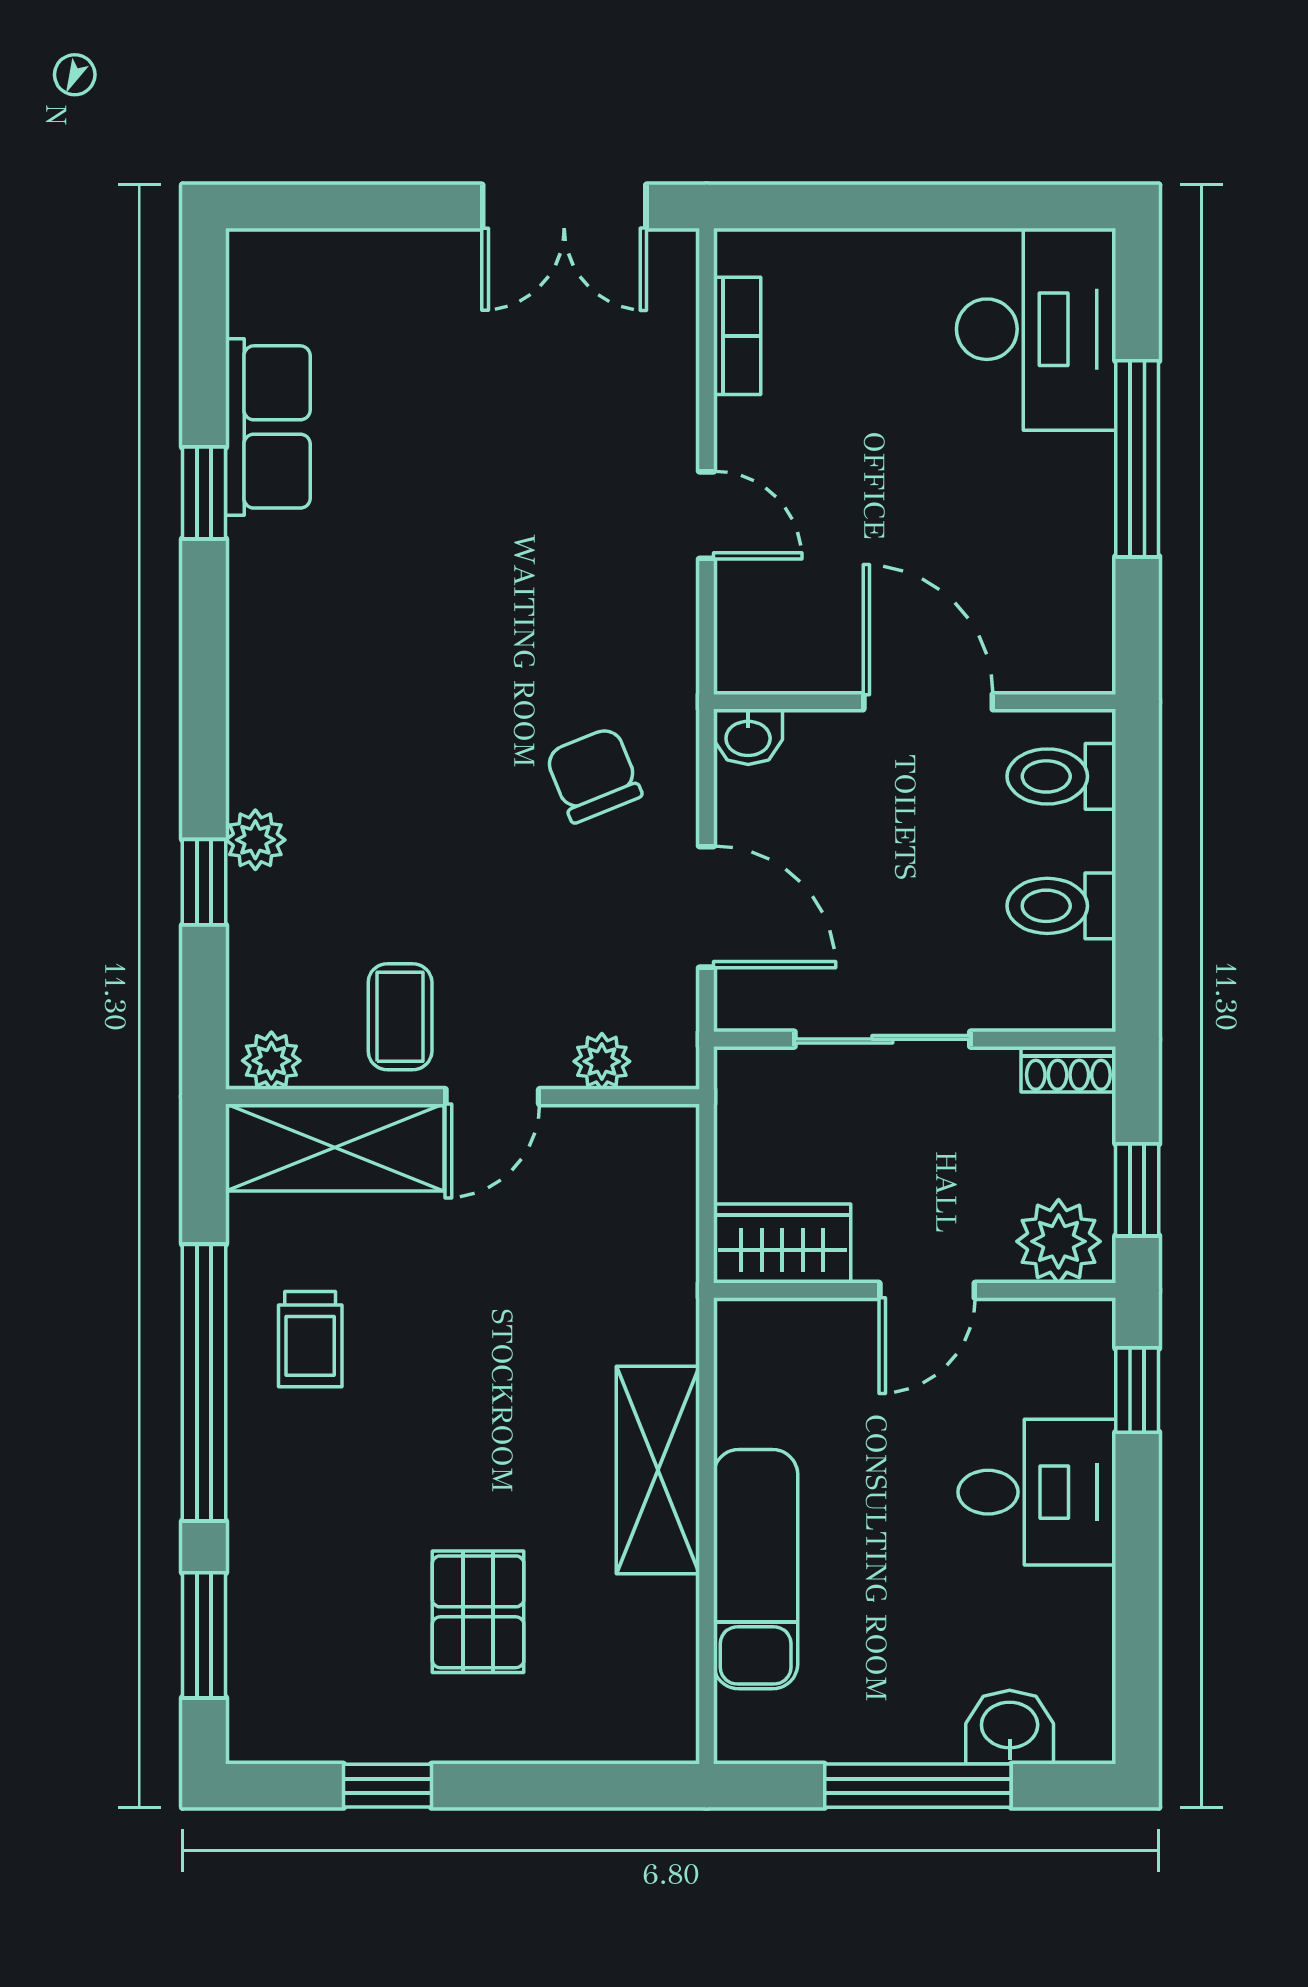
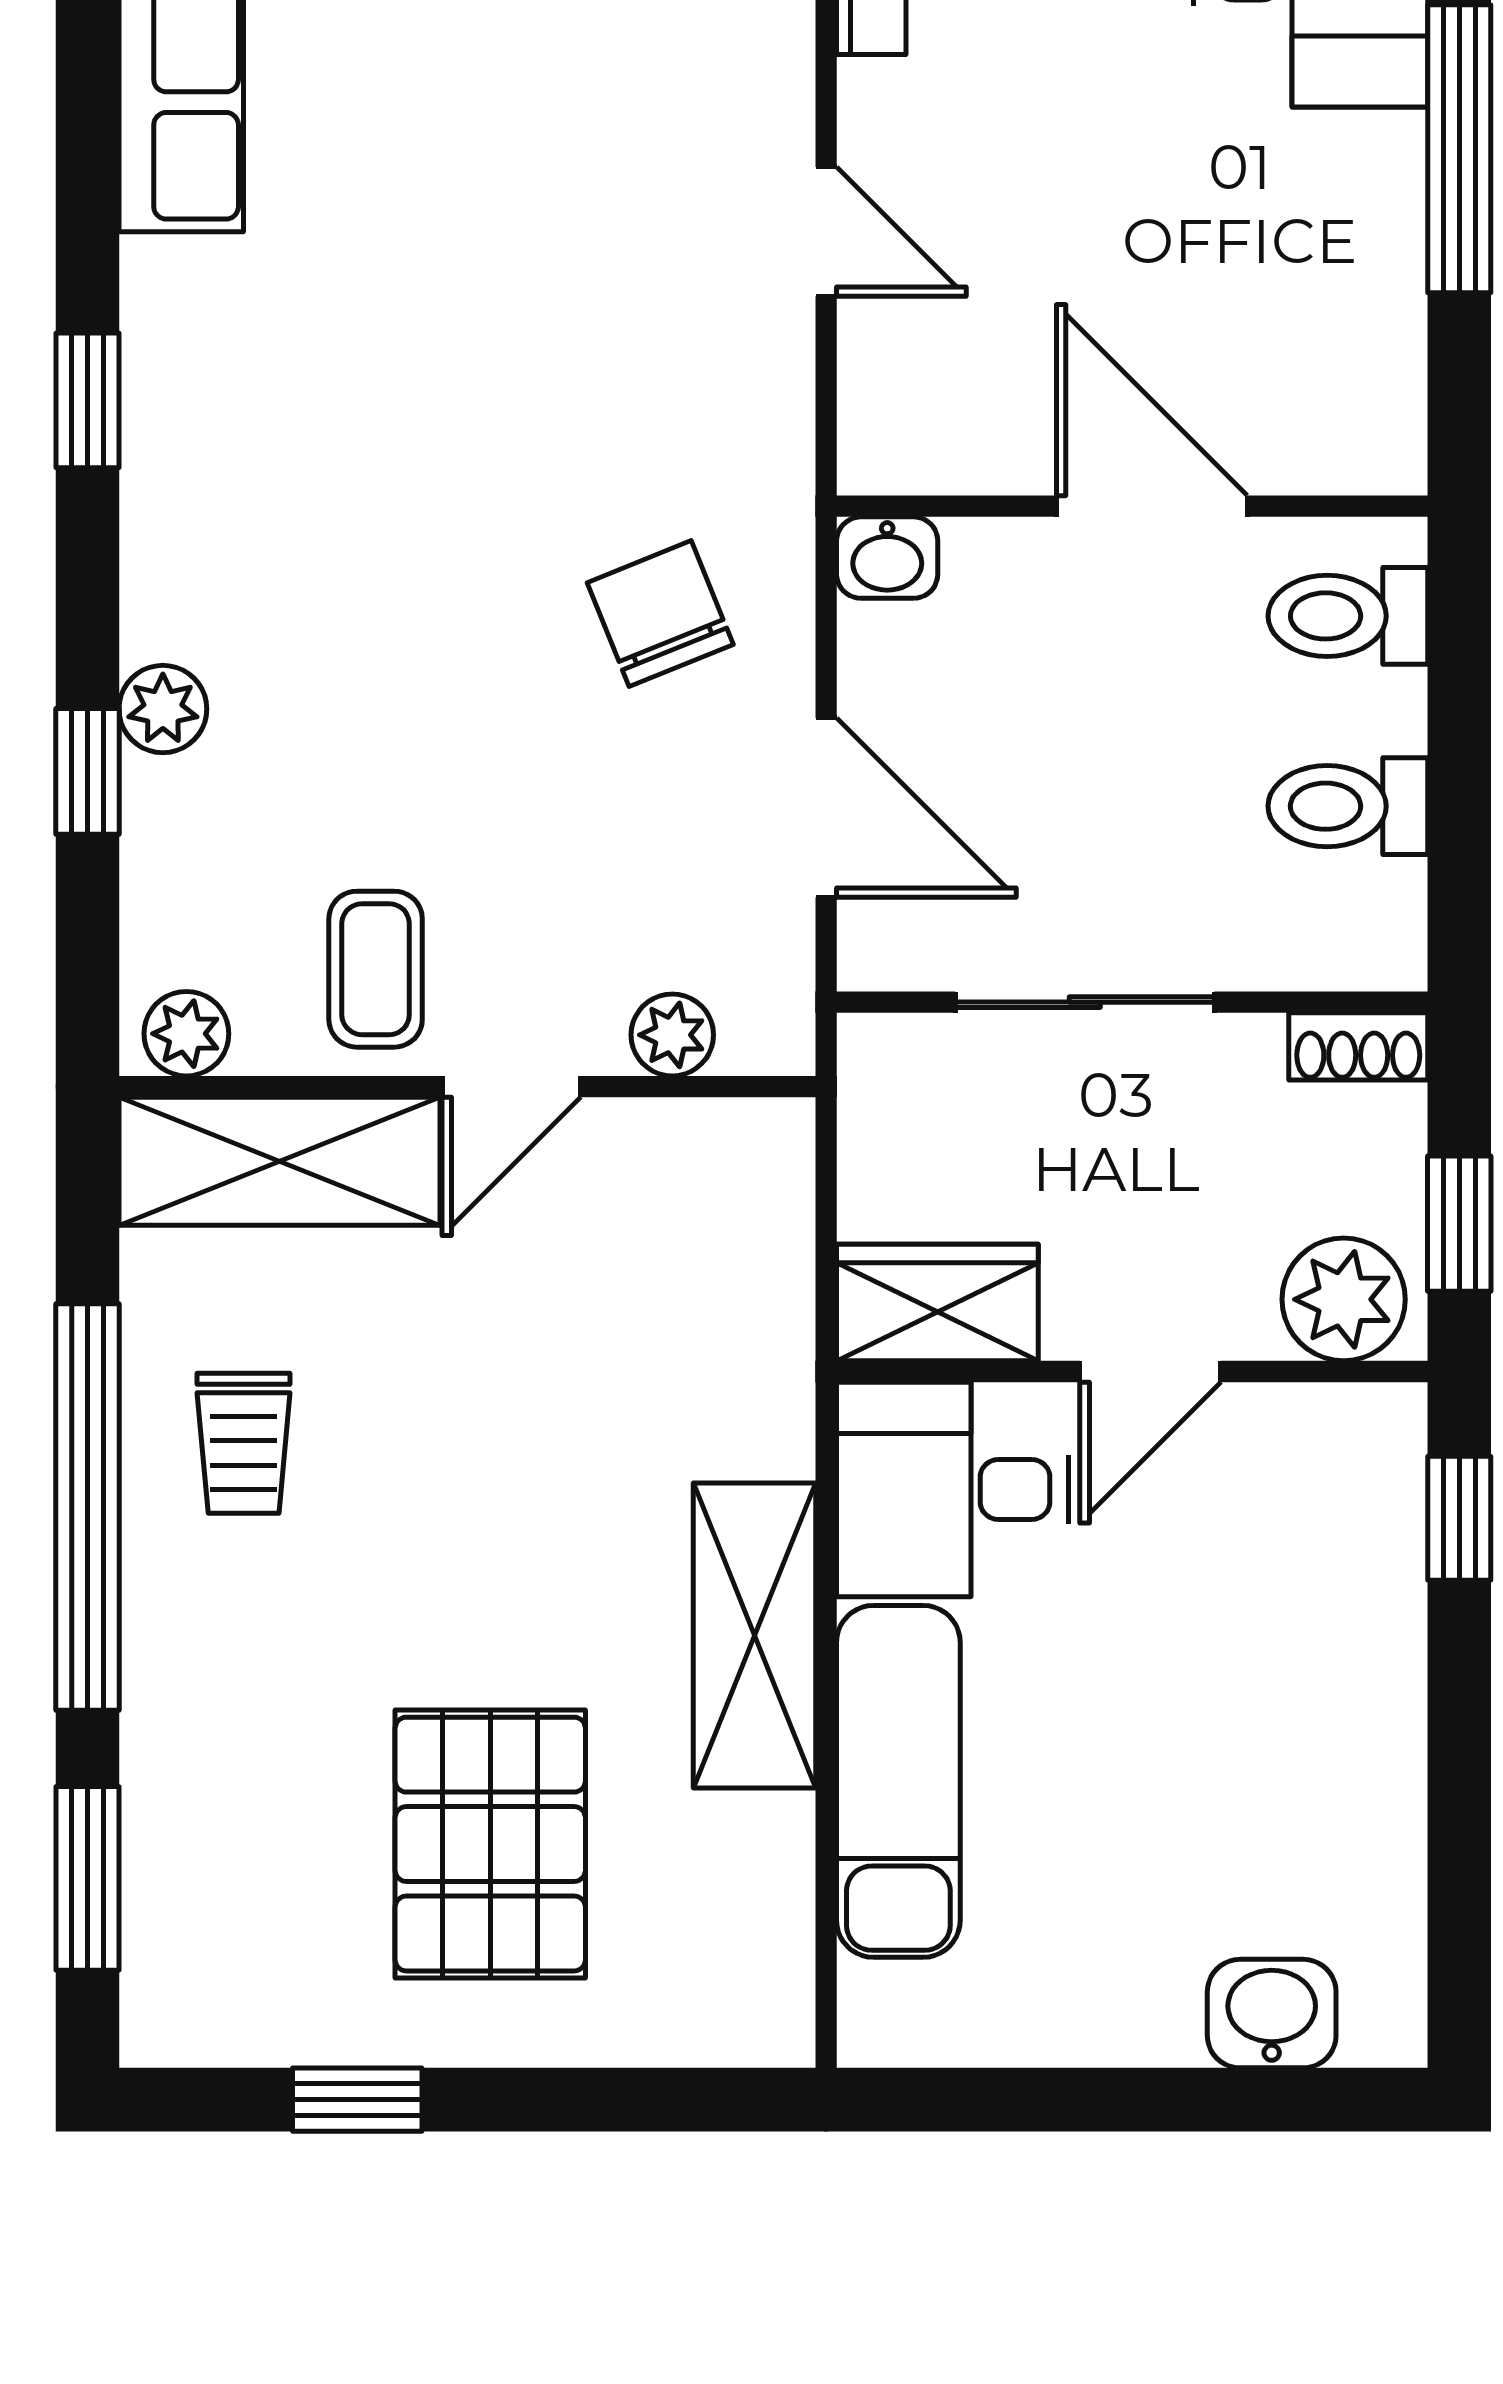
window: (204, 493) -> (87, 400), moved
desk: (1037, 1492) -> (952, 1489), moved, turned 180
pallet: (478, 1612) -> (490, 1844), width x1.50, depth x1.42
window: (918, 1786) -> (1137, 2100), removed

